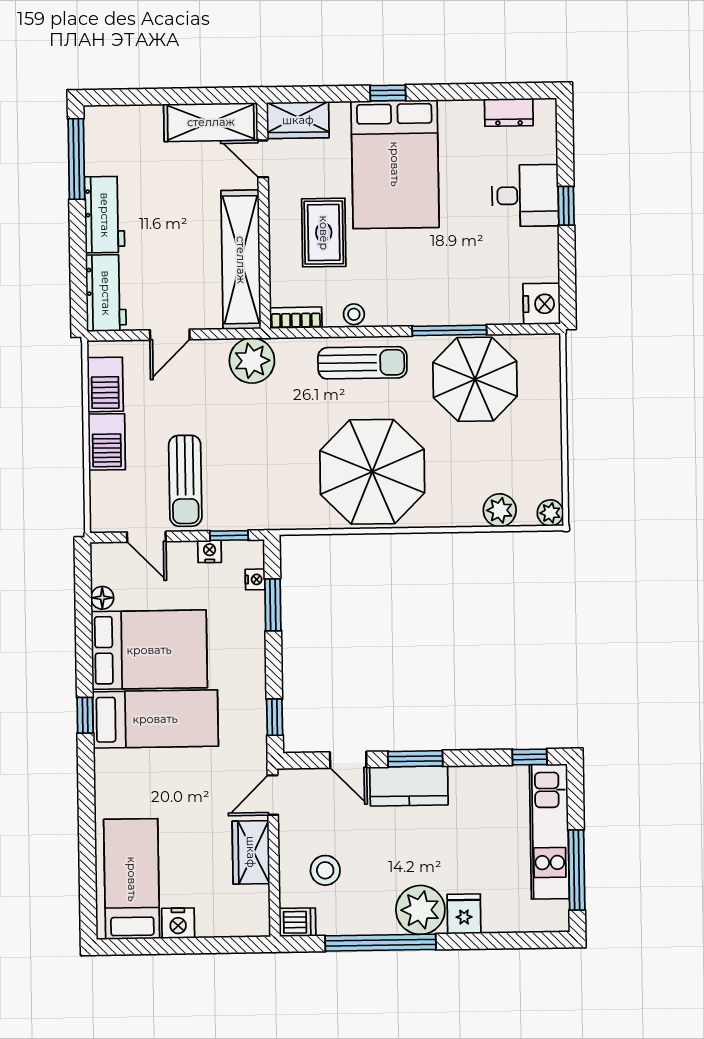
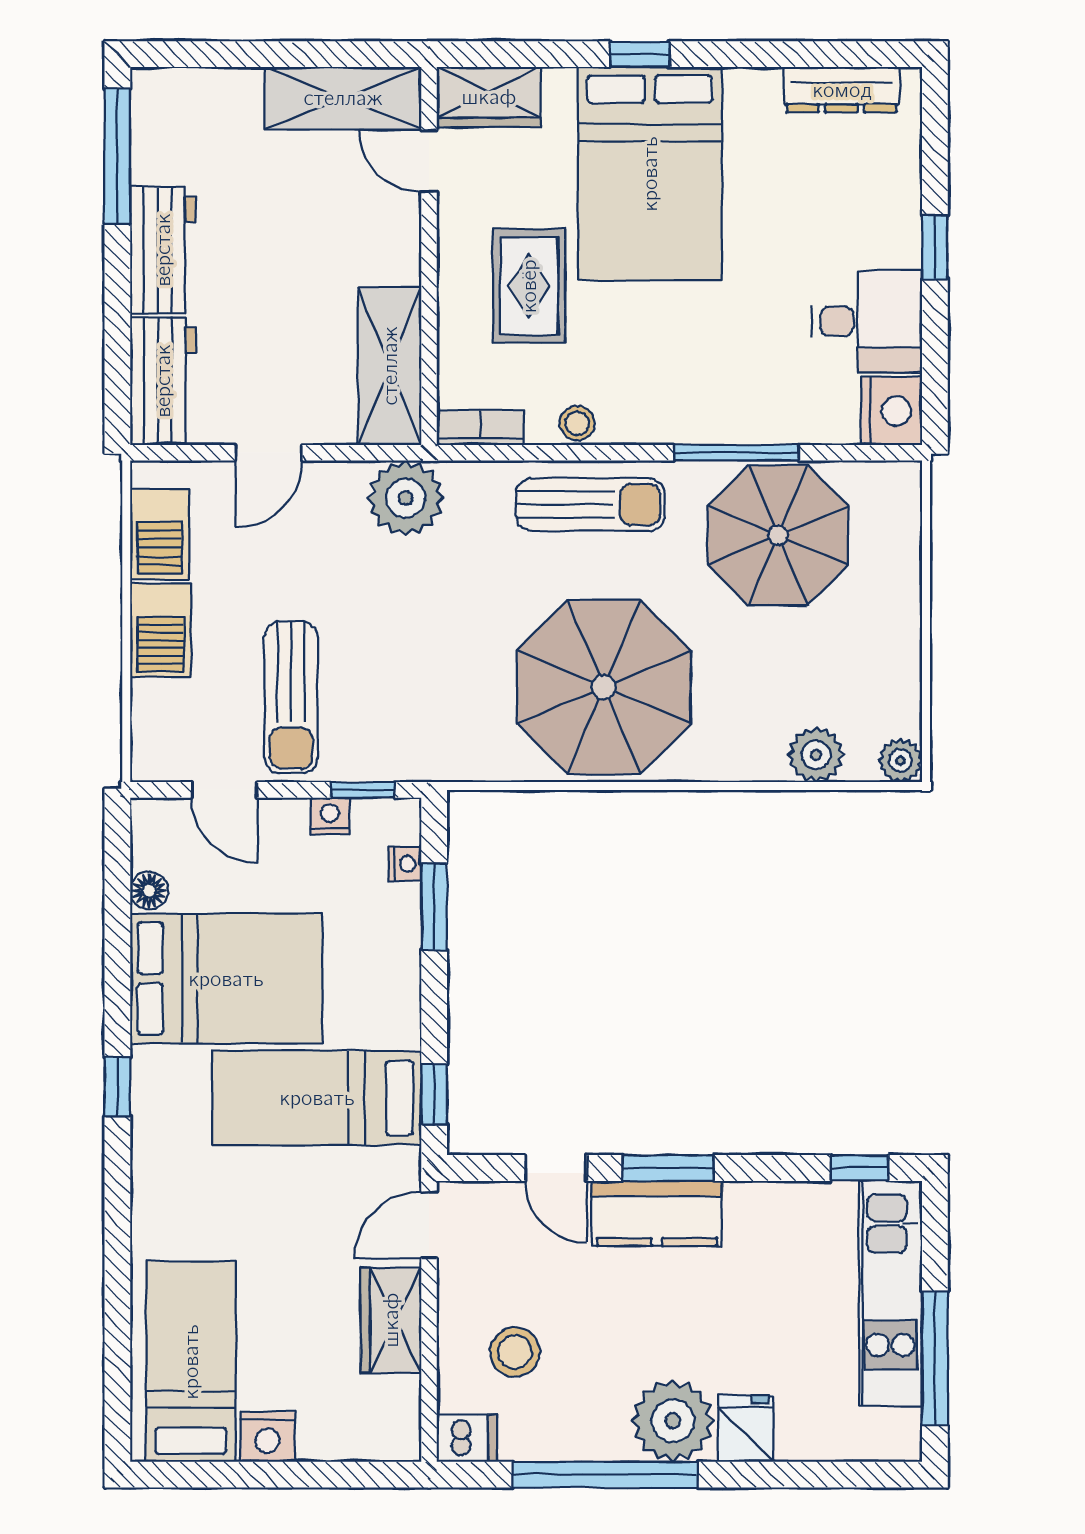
dresser: (509, 112) -> (842, 90), width x1.44
desk: (525, 195) -> (867, 321), moved
shelving: (241, 260) -> (390, 366), width x0.68
bed: (155, 719) -> (317, 1098), moved, turned 180

